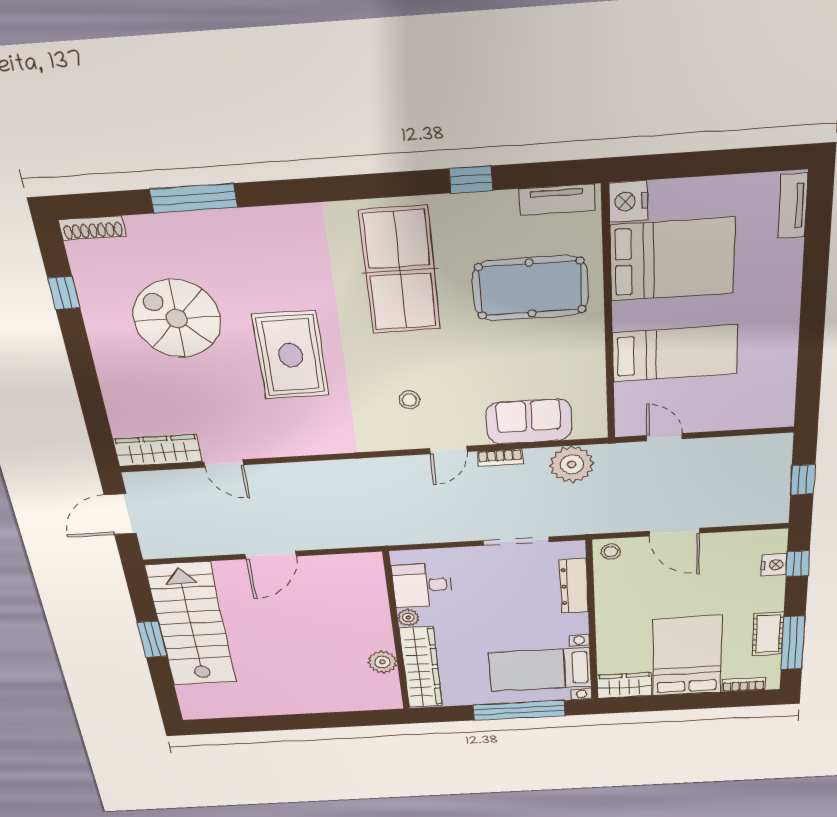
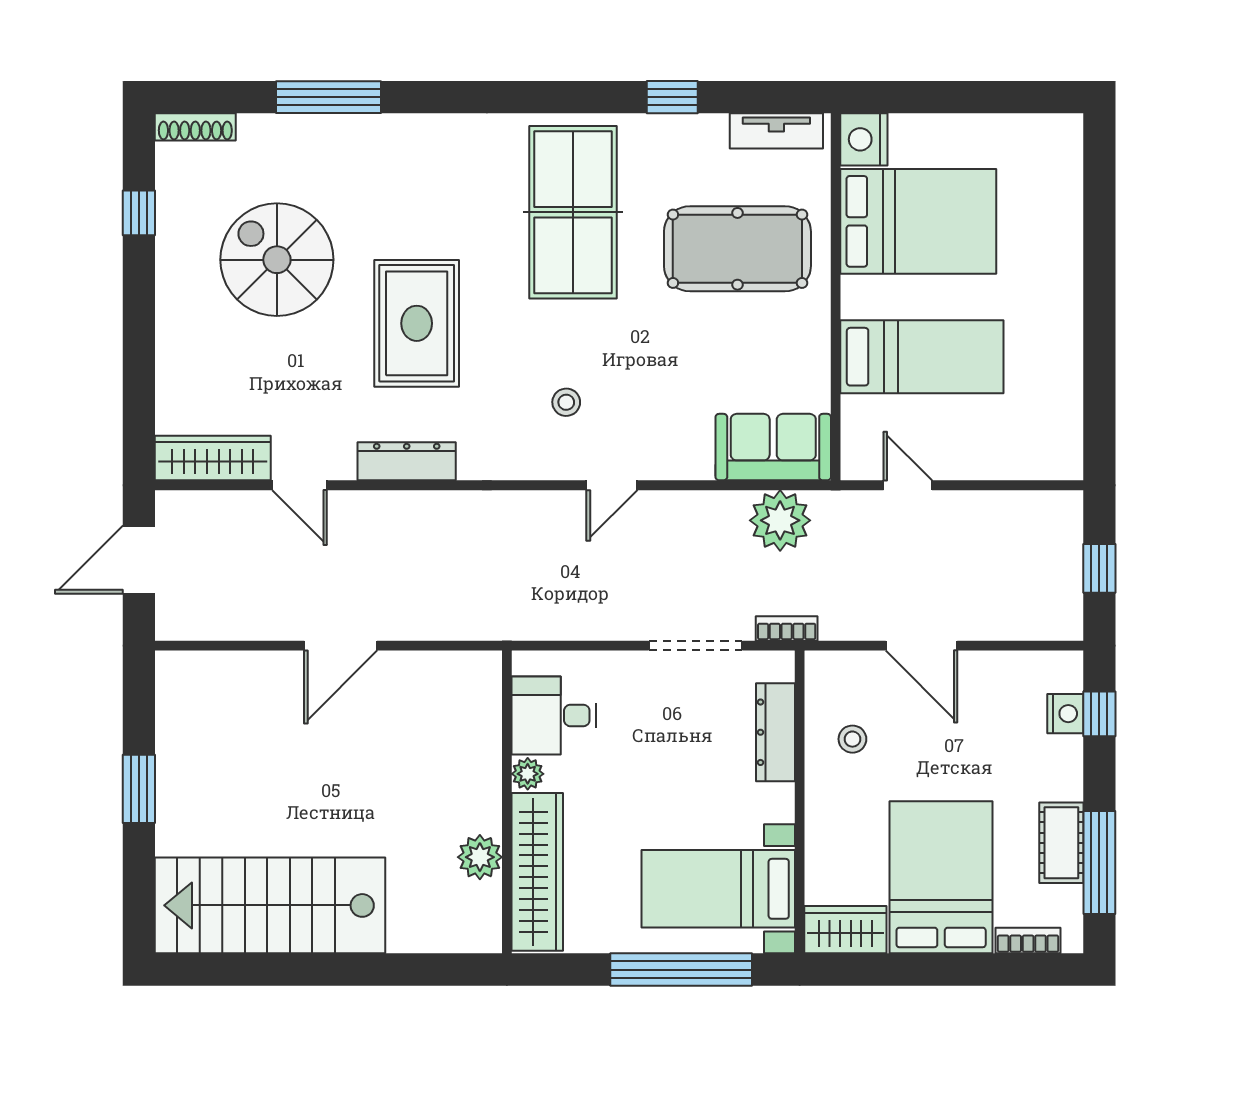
tv unit: (793, 206) -> (1067, 160), removed
sofa: (529, 421) -> (773, 447), moved
dresser: (298, 444) -> (407, 461), added
bookcase: (500, 457) -> (787, 628), moved, turned 180
stool: (611, 552) -> (852, 739), moved
stairs: (191, 625) -> (270, 905), moved, turned -90

